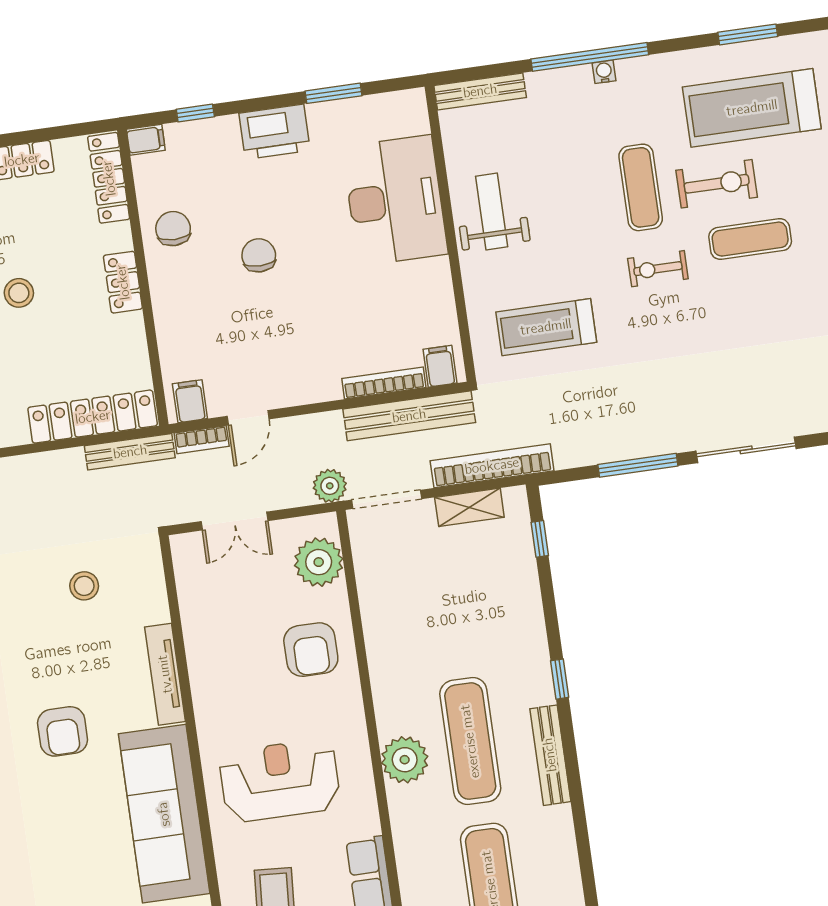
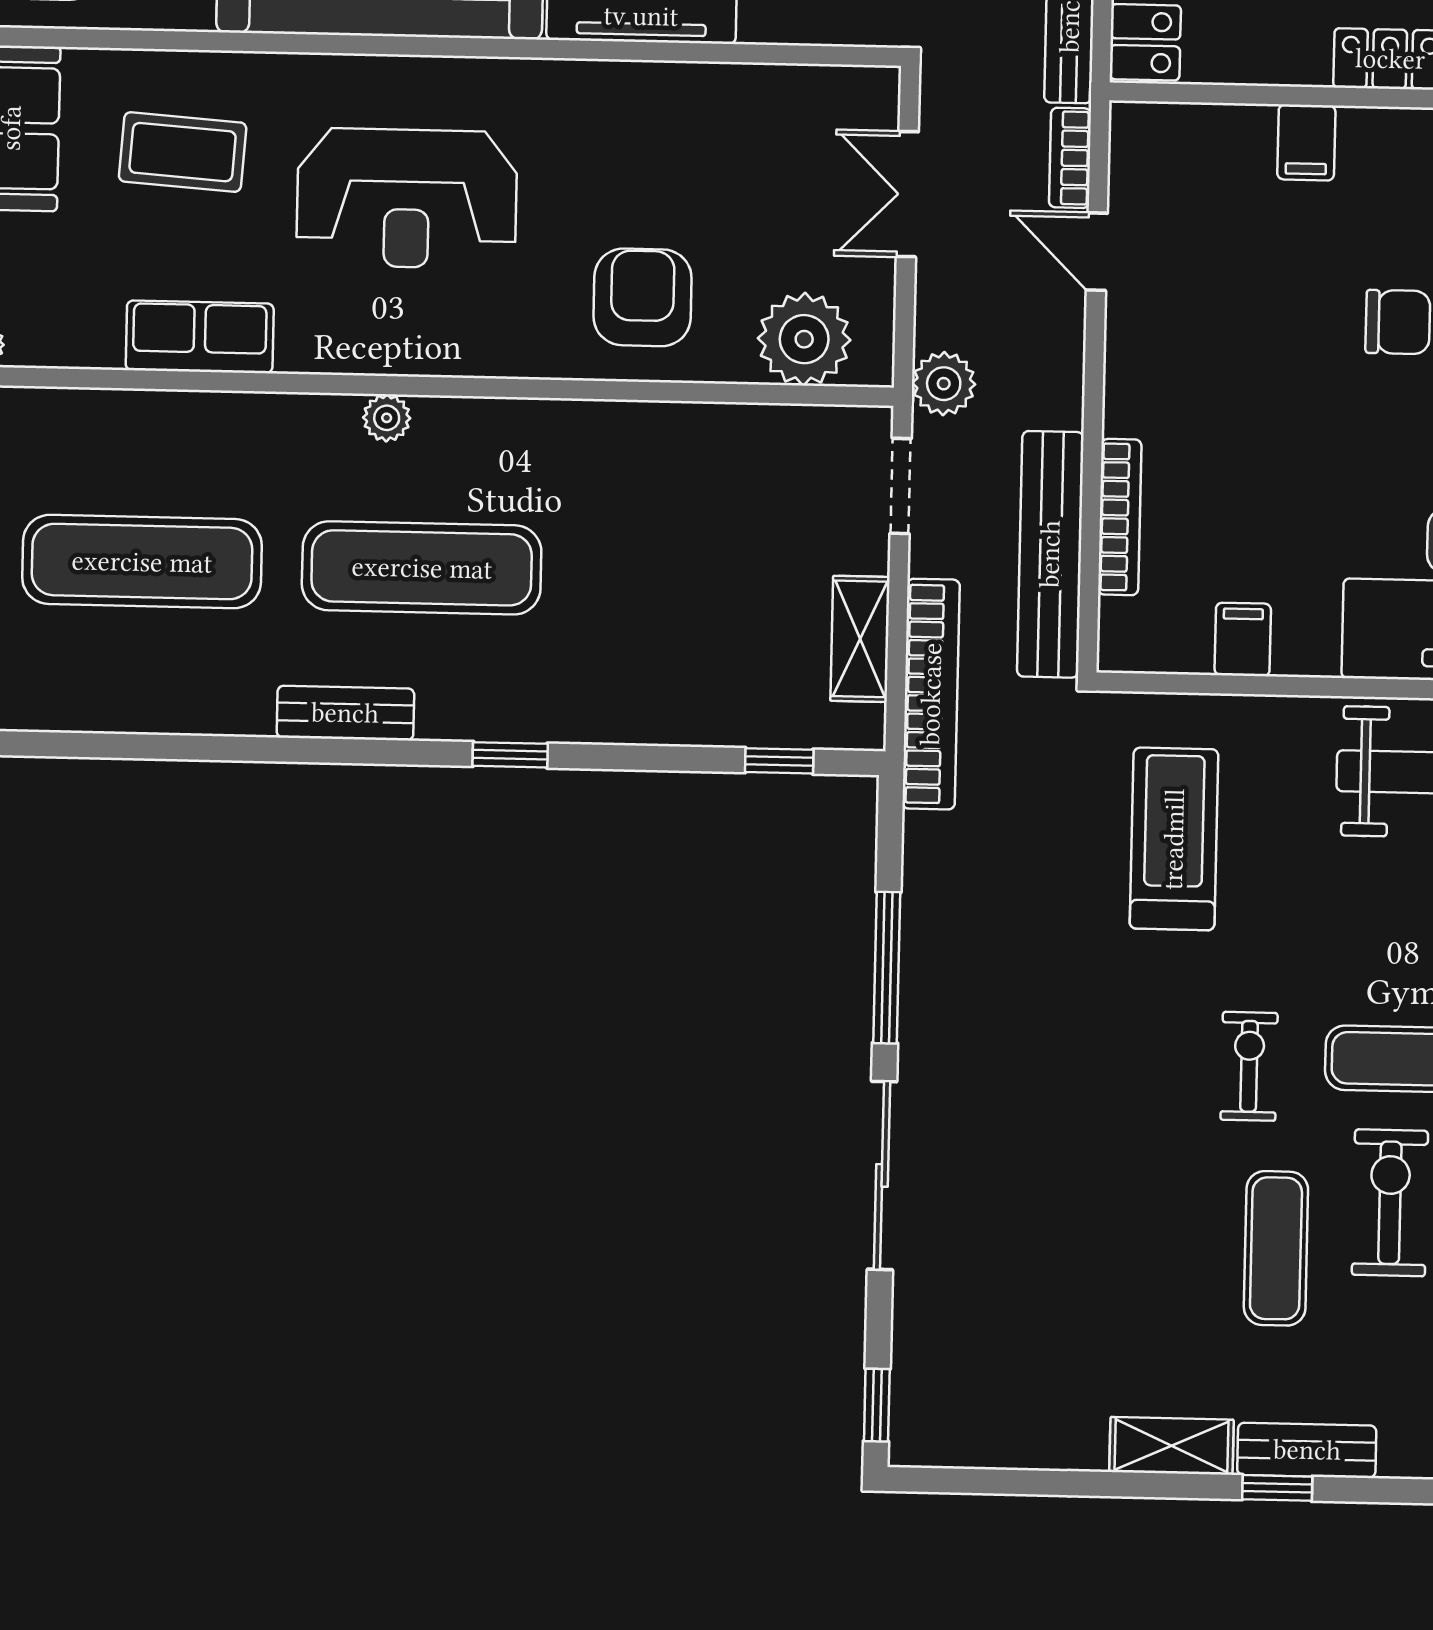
exercise bike: (717, 184) -> (1390, 1203), turned 180
filing cabinet: (440, 366) -> (1243, 639), moved, turned -90
filing cabinet: (190, 401) -> (1306, 142), moved, turned 90
doorway: (387, 499) -> (901, 486), width x0.73
armchair: (311, 650) -> (643, 297), turned 90
bench: (550, 755) -> (345, 713), width x0.73
plant: (405, 760) -> (387, 418), width x0.53, depth x0.53
reception desk: (280, 780) -> (407, 198), turned 90

